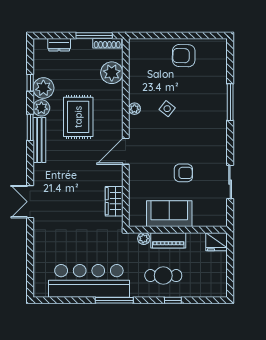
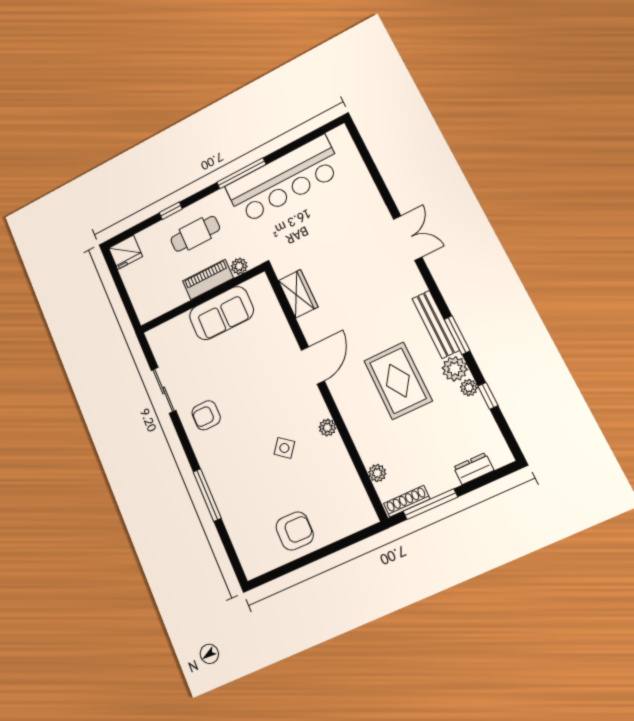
plant: (112, 73) -> (377, 473), width x0.53, depth x0.53
plant: (43, 88) -> (469, 388), width x0.53, depth x0.53
armchair: (183, 173) -> (206, 415), moved
fridge: (216, 242) -> (126, 252), moved, turned 180

